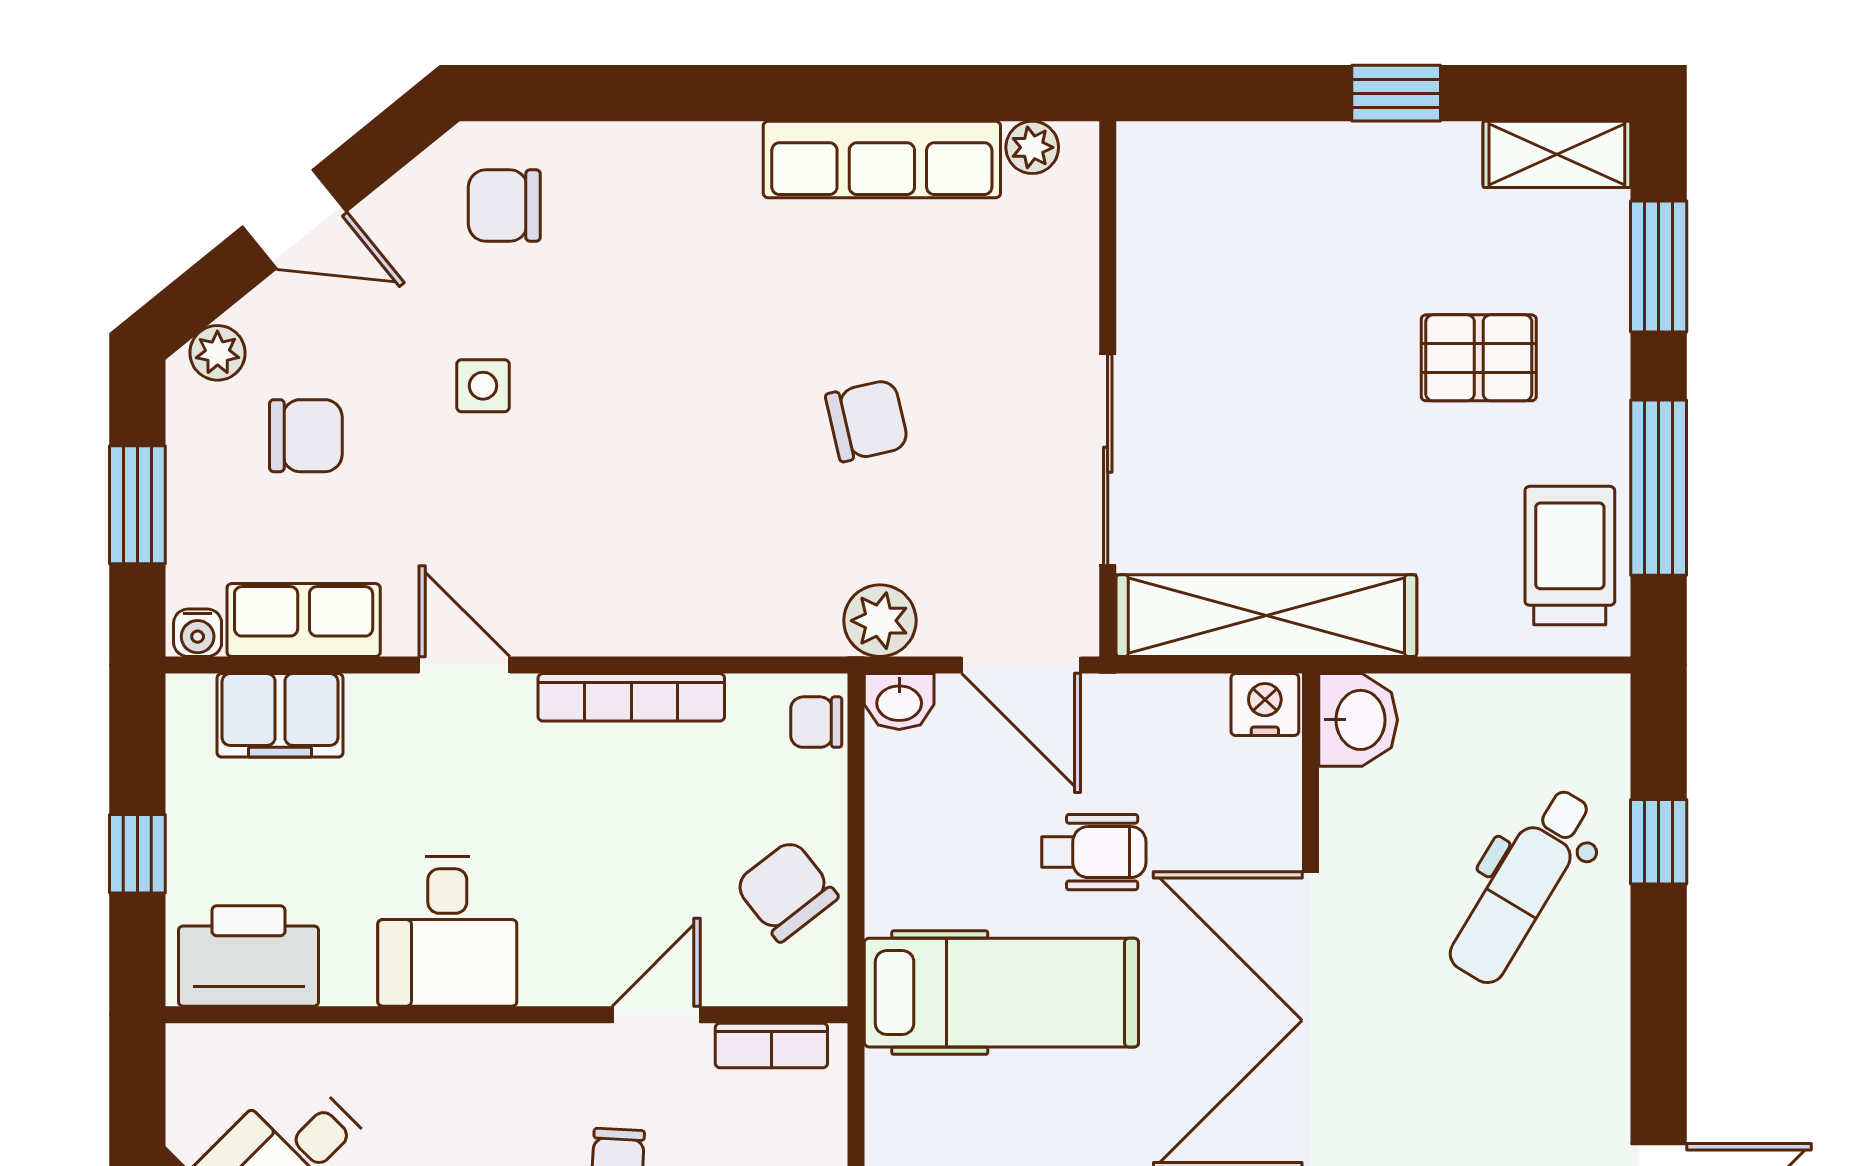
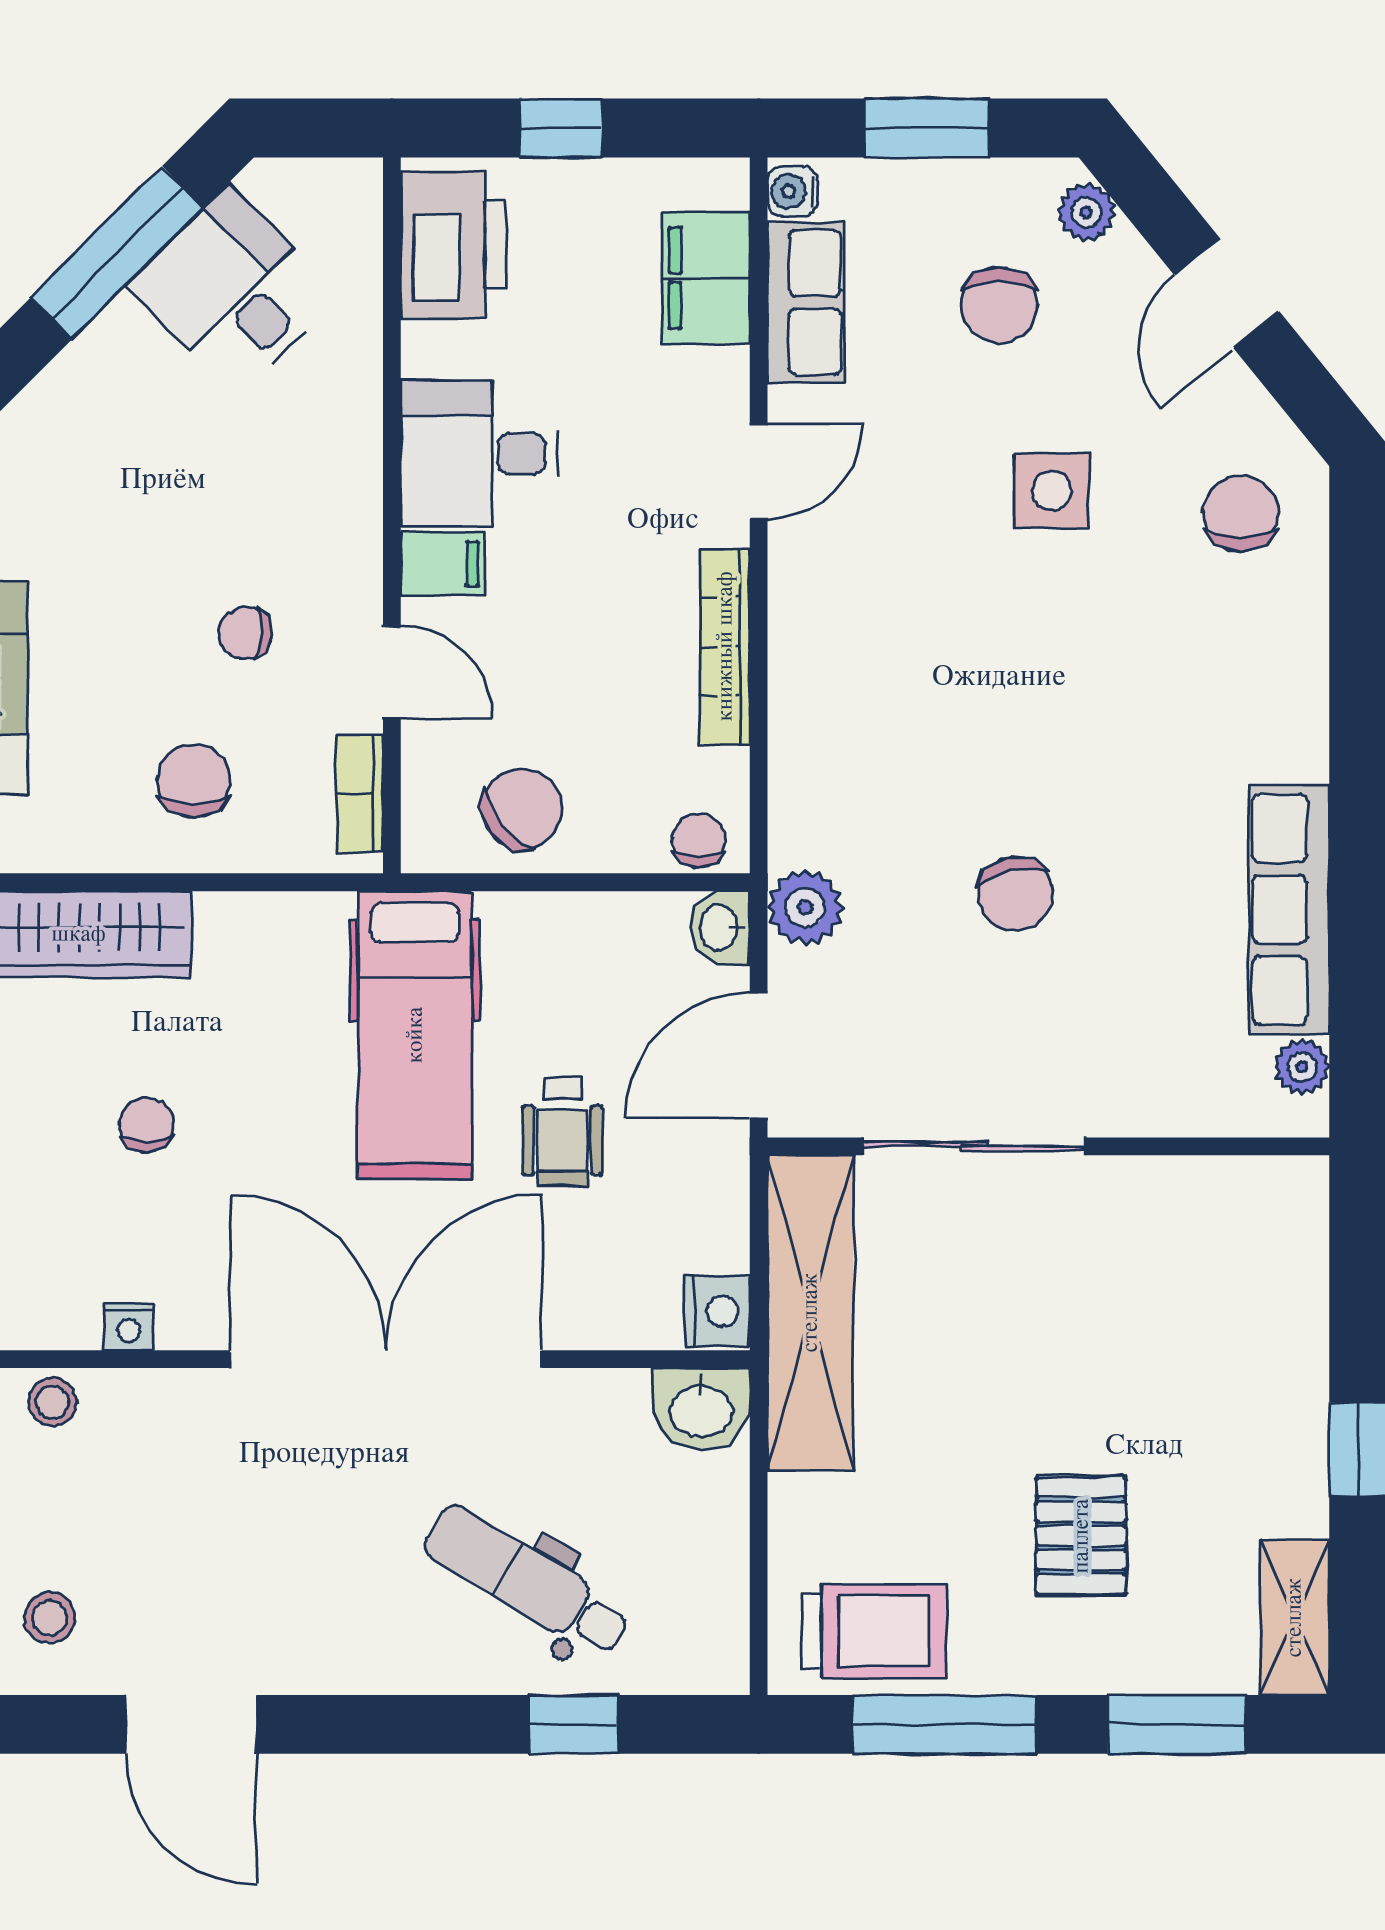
side table: (483, 386) -> (1052, 491), width x1.37, depth x1.37
filing cabinet: (552, 966) -> (443, 564), added

